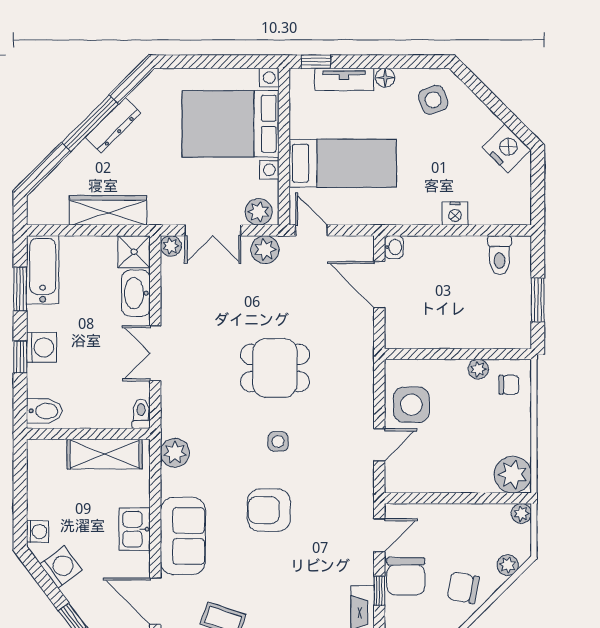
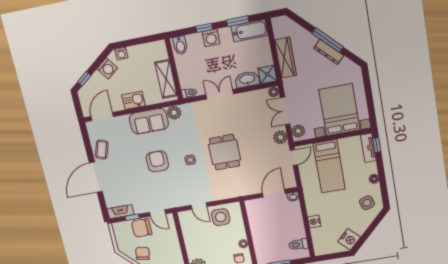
tv unit: (344, 79) -> (368, 148), moved
sofa: (183, 536) -> (149, 121), moved

